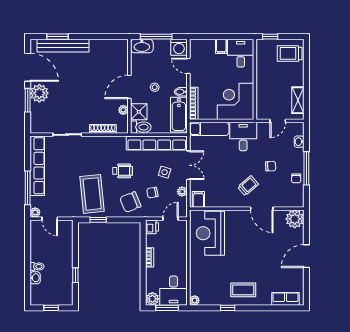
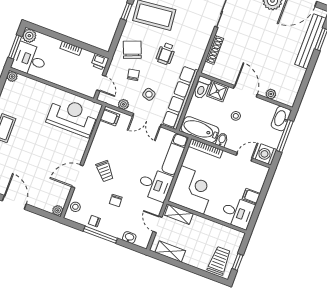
window: (270, 37) -> (238, 262), moved
shelving: (262, 105) -> (179, 214), added
plant: (123, 110) -> (271, 94), moved
stool: (290, 200) -> (75, 207), added
plant: (295, 219) -> (58, 210), width x0.53, depth x0.53

